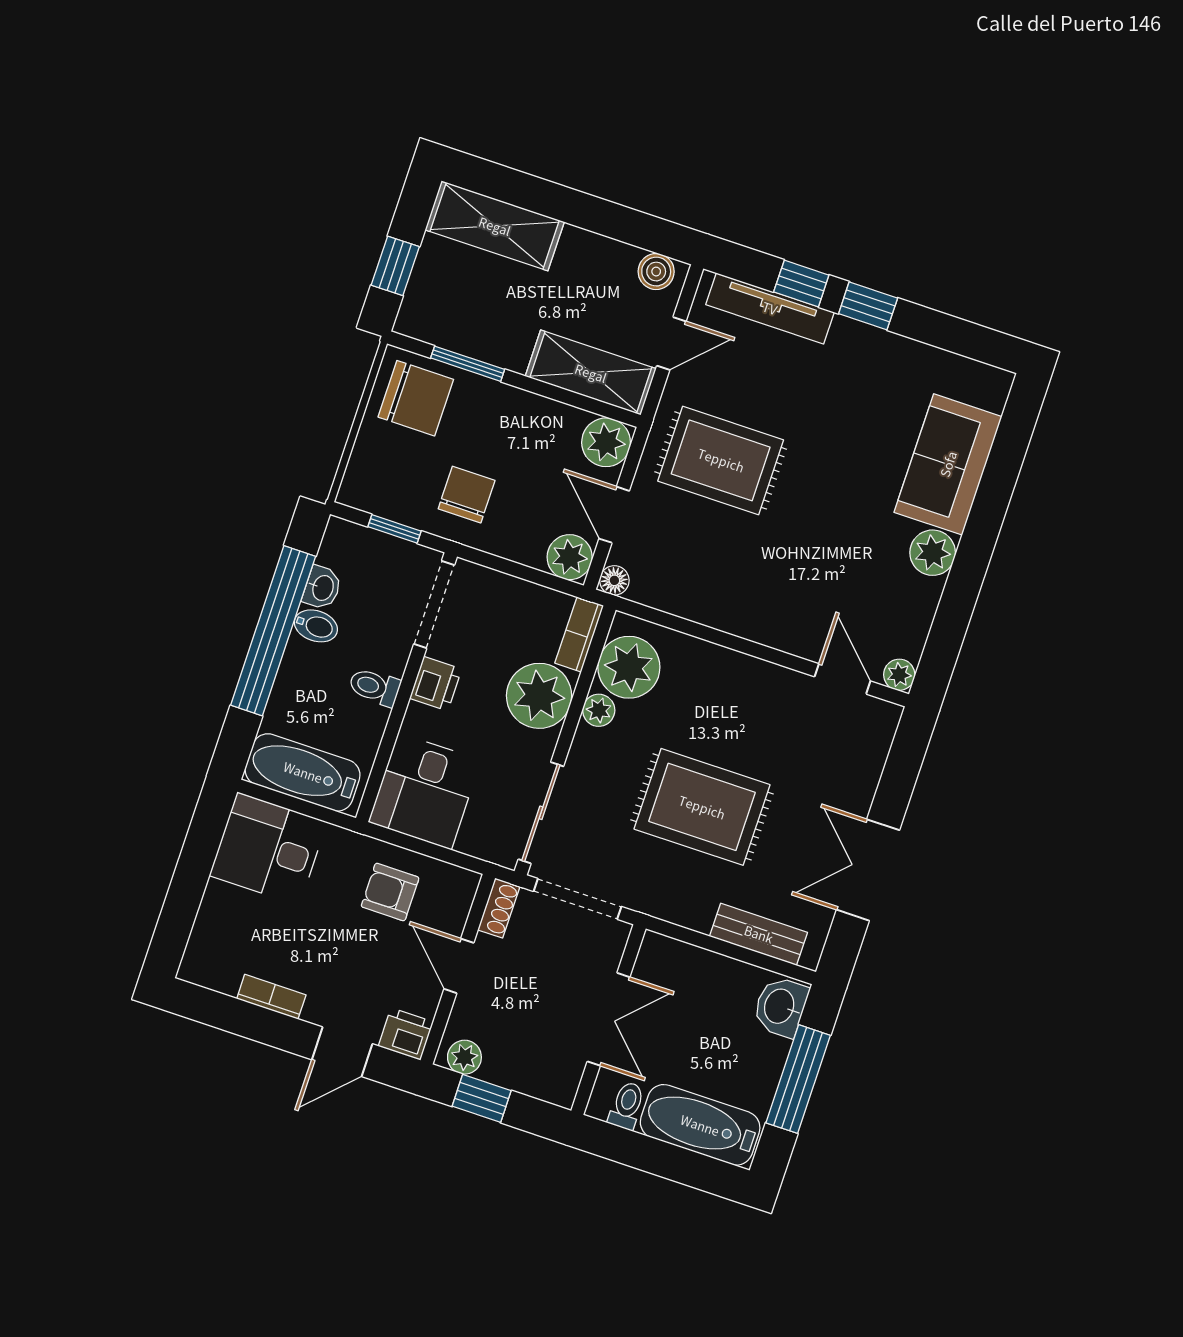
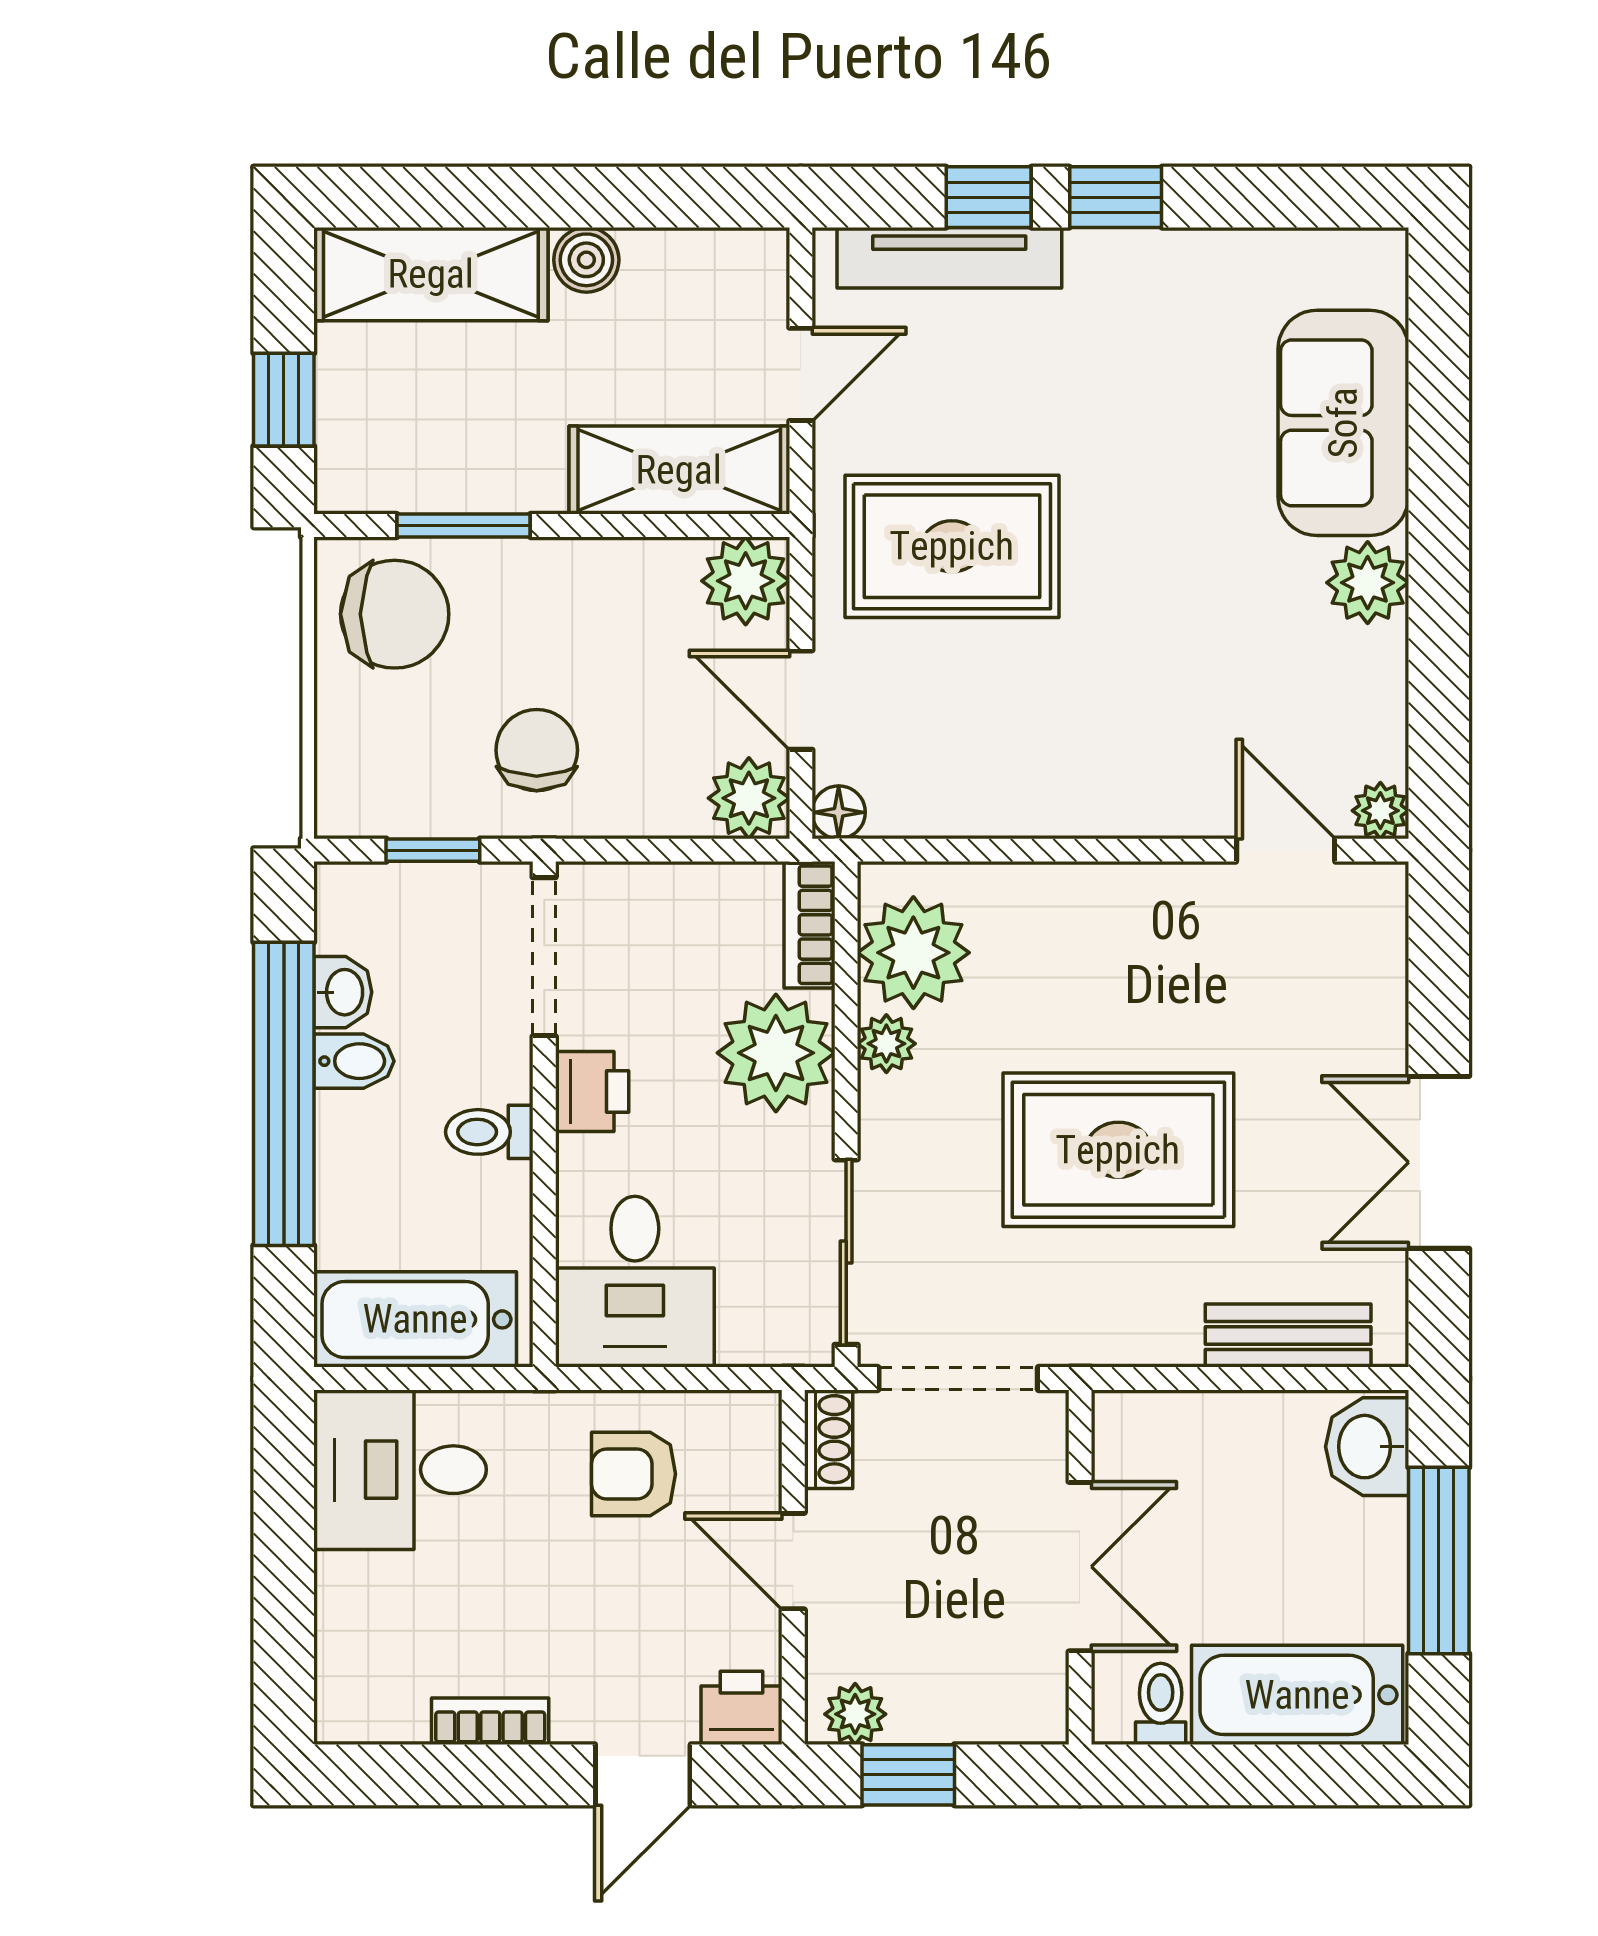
boiler: (656, 272) -> (586, 260), moved

